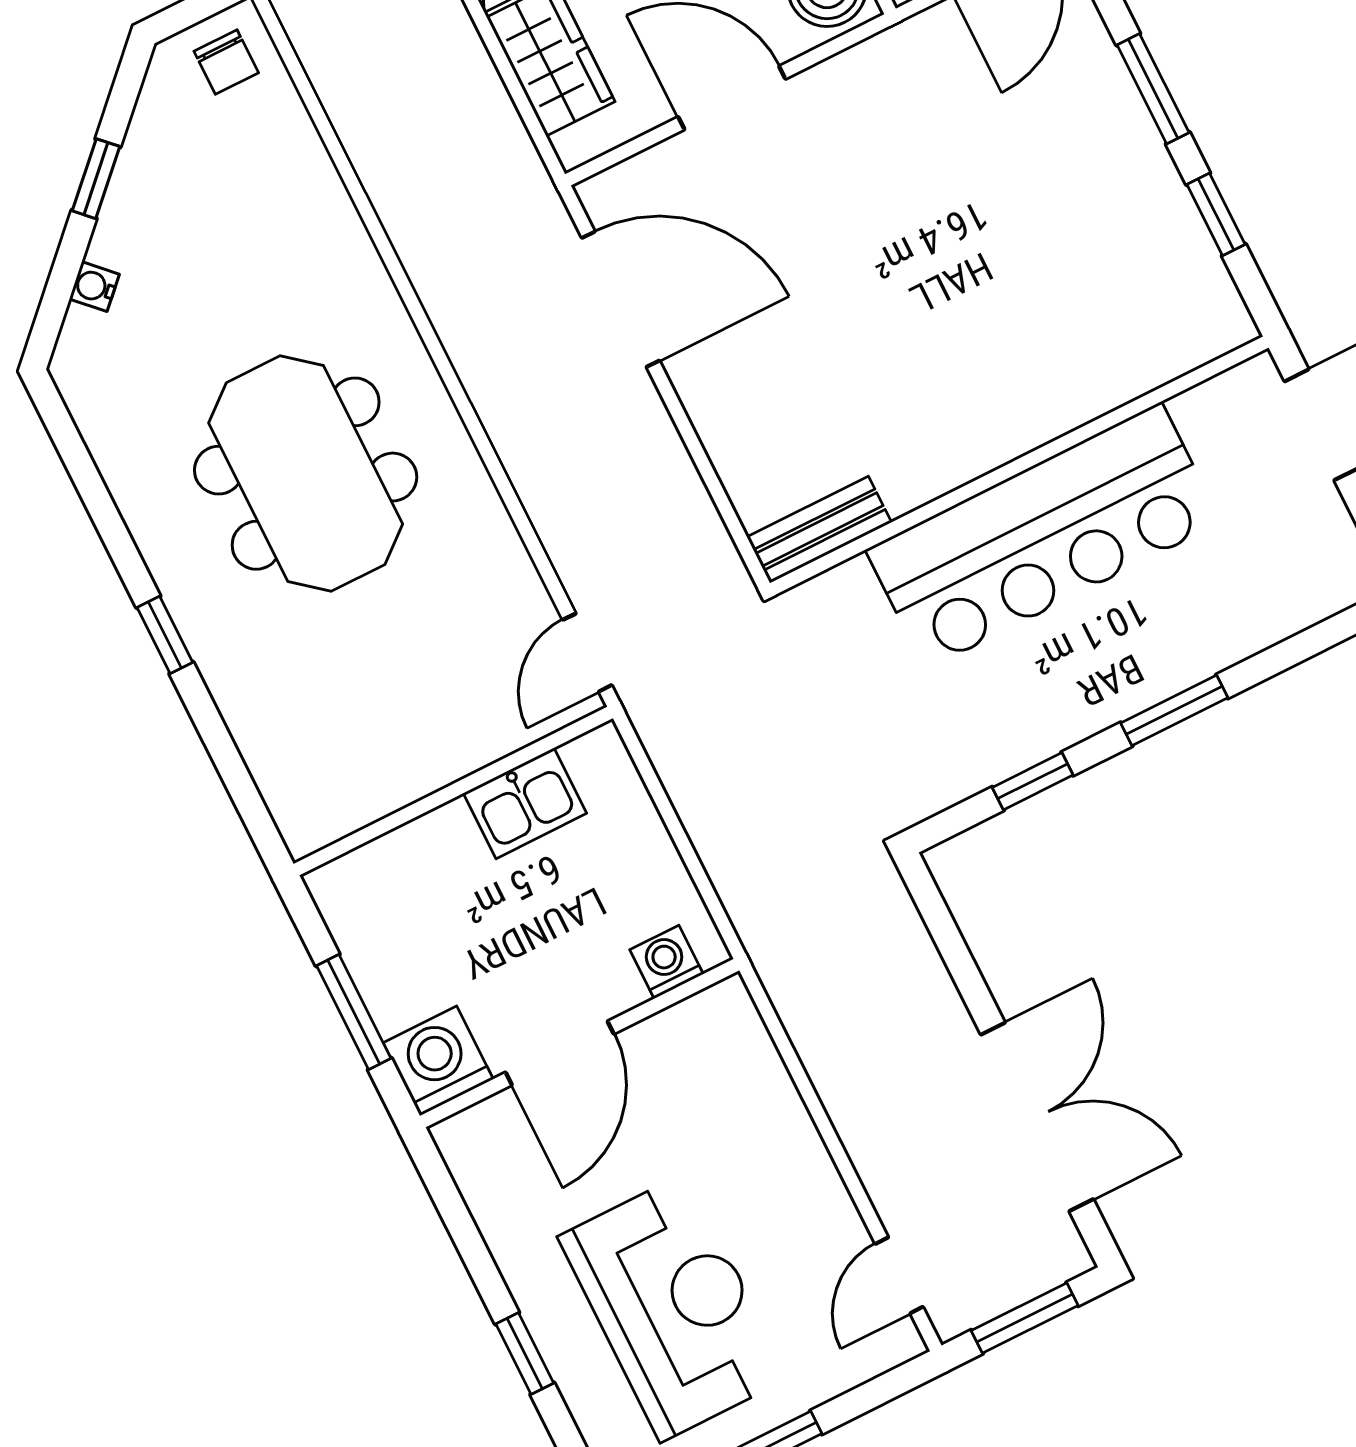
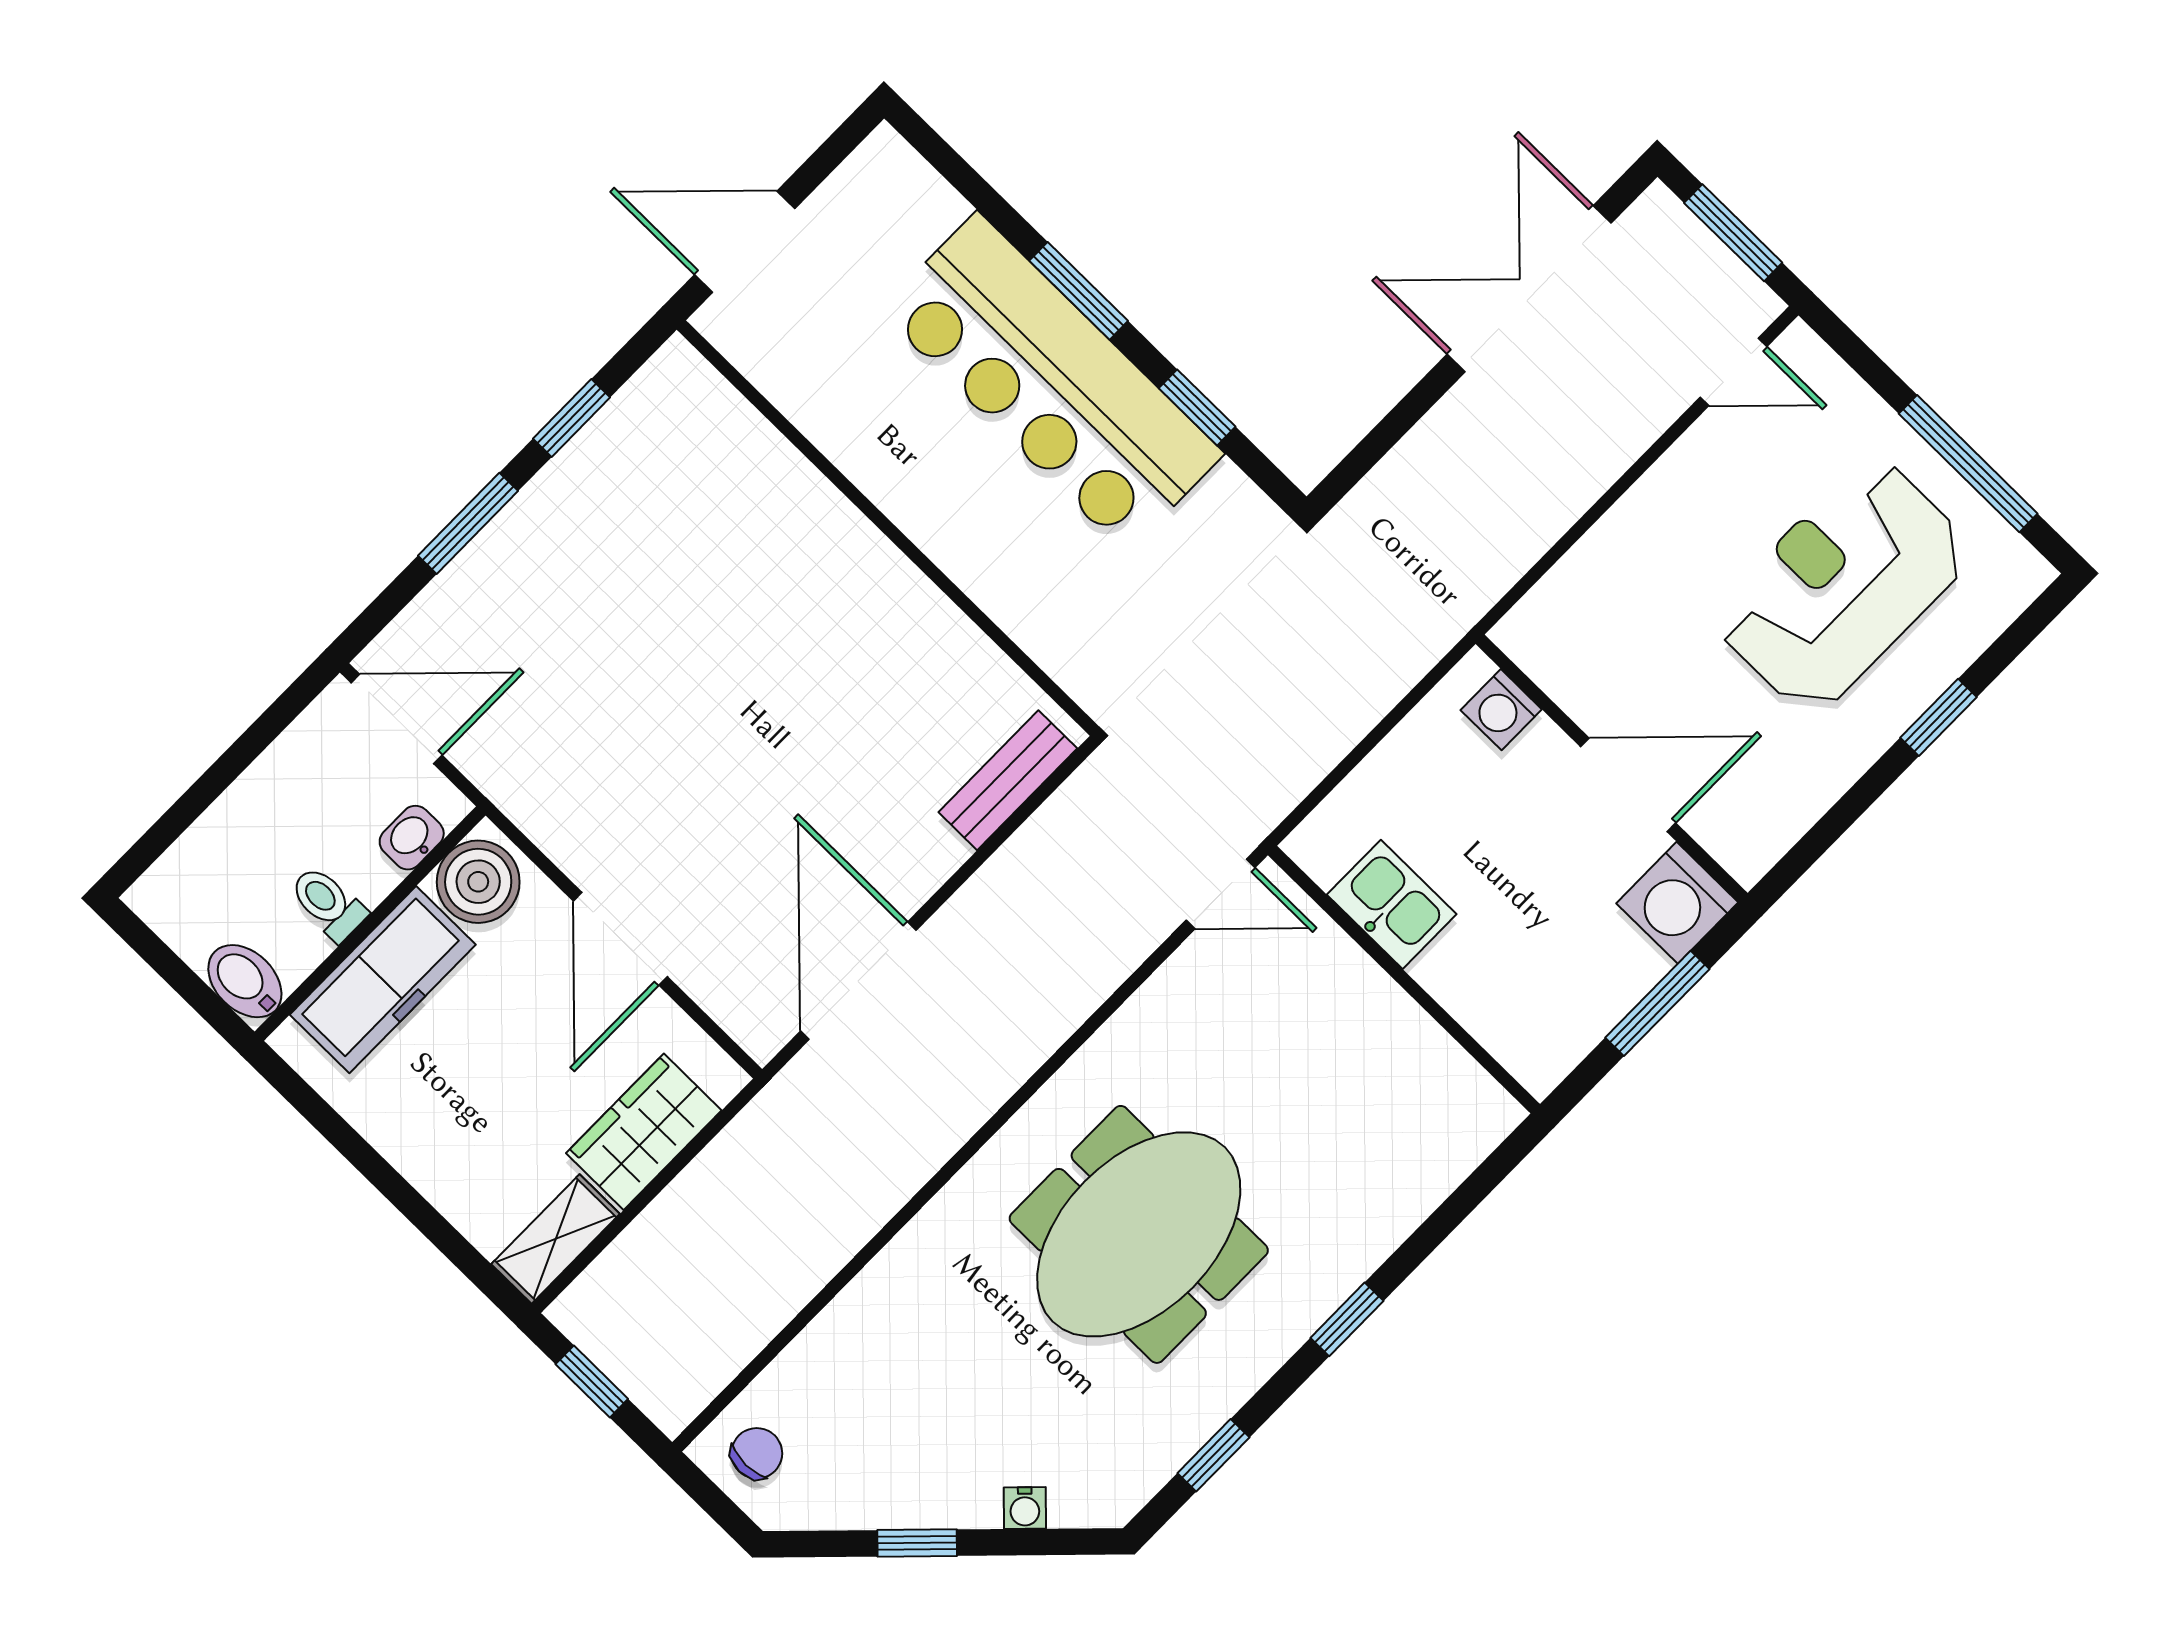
window: (84, 473) -> (1213, 1455), added
bench: (819, 530) -> (1008, 780), moved, turned 90
bar counter: (1043, 536) -> (1052, 382), moved, turned 180

